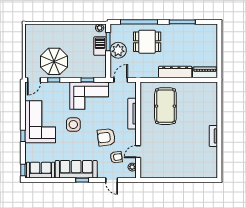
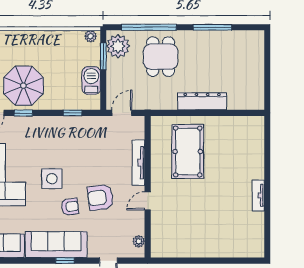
dining table: (147, 42) -> (161, 57), turned 90
barbecue: (100, 46) -> (91, 80), moved
plant: (118, 50) -> (118, 46), moved
piano: (205, 72) -> (246, 102), removed
corner sofa: (89, 96) -> (75, 136), removed
door: (138, 152) -> (148, 201), moved
armchair: (116, 157) -> (70, 207), moved

